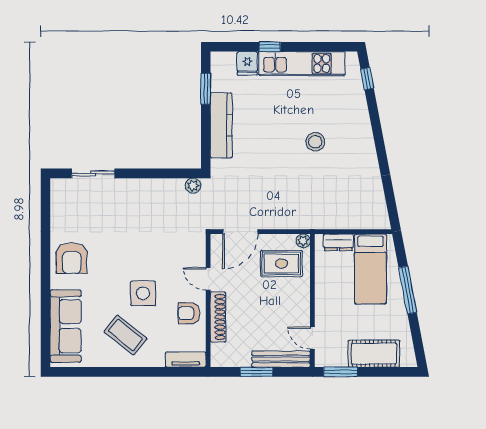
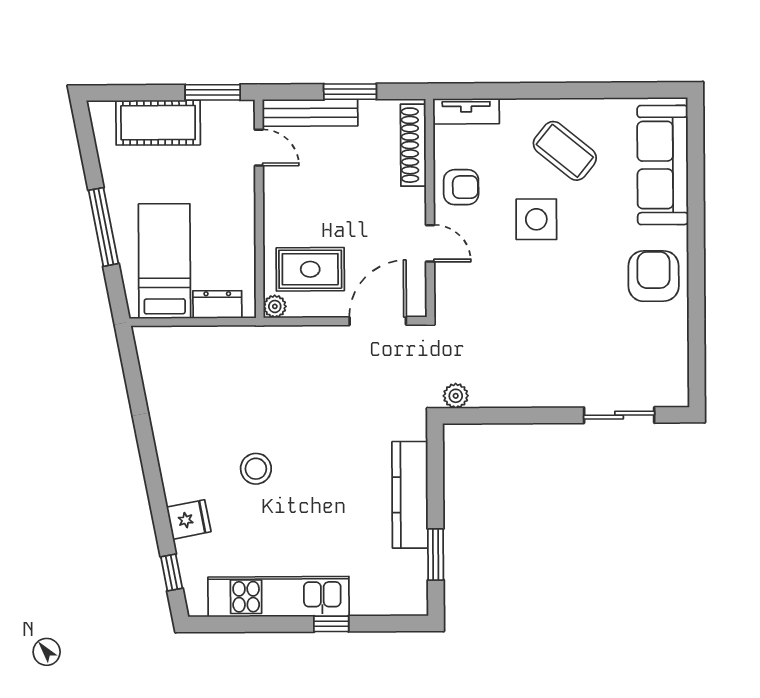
fridge: (247, 63) -> (189, 519), moved, turned 79
shoe rack: (218, 317) -> (413, 145), moved

